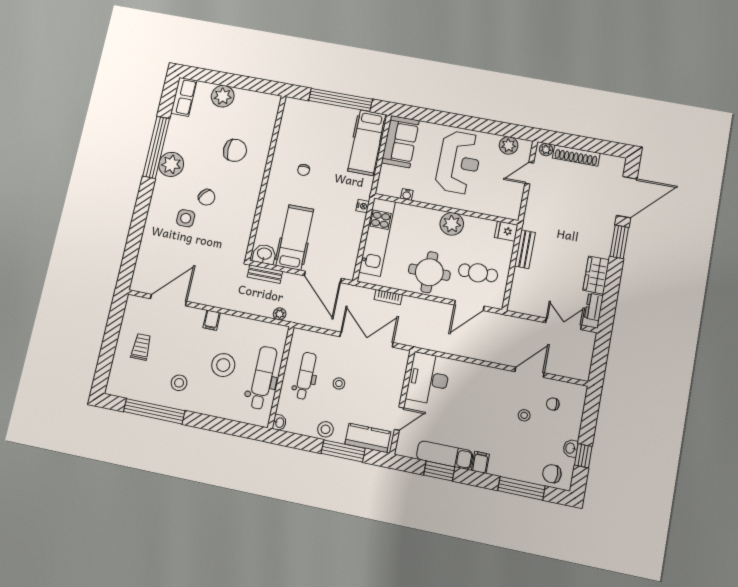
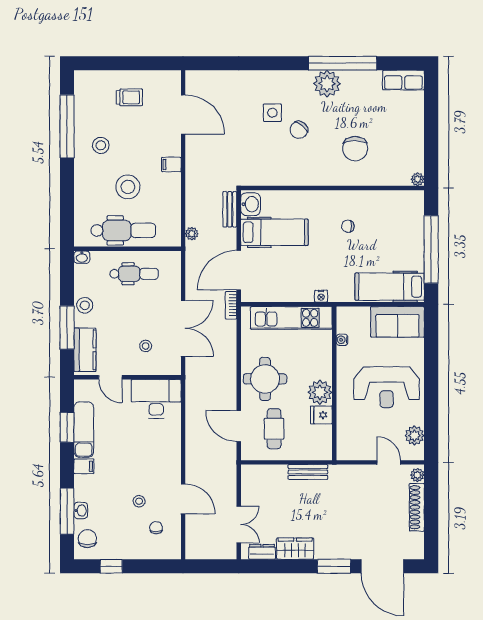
plant: (223, 96) -> (418, 179), moved, width x0.53, depth x0.53
fridge: (506, 231) -> (321, 415), moved, turned -90
bookcase: (388, 297) -> (231, 305), moved
stool: (339, 383) -> (146, 346), moved
washbasin: (571, 448) -> (81, 511), moved, turned 90

